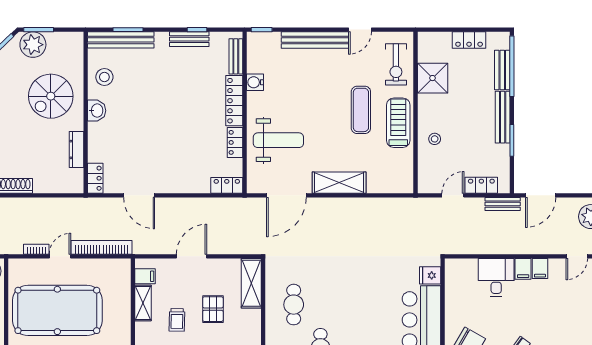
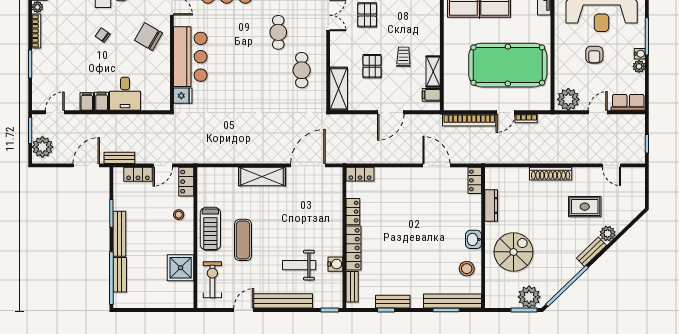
locker: (469, 40) -> (186, 182), moved, turned -90
weight bench: (278, 140) -> (299, 265), moved, width x0.73, depth x0.75

